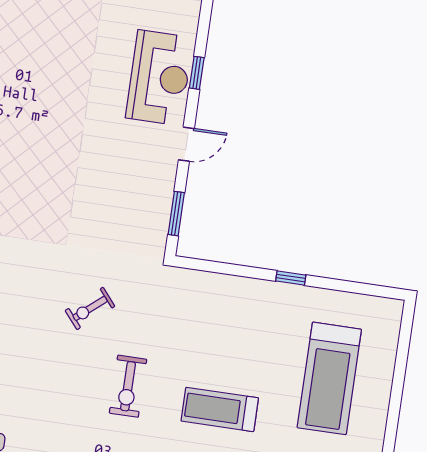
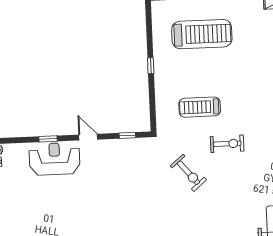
window: (176, 214) -> (127, 135), width x0.67
exercise bike: (90, 308) -> (188, 173), width x1.38, depth x1.39
treadmill: (220, 409) -> (200, 107), moved, turned 90

